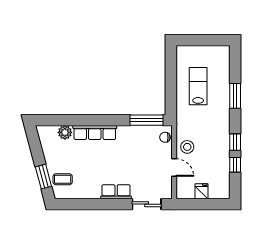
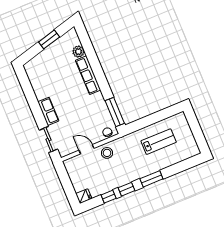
window: (235, 96) -> (151, 179), moved
door: (174, 167) -> (86, 149), swing flipped
window: (43, 177) -> (49, 39), moved
coffee table: (63, 179) -> (41, 65), removed
fridge: (201, 191) -> (84, 196), moved

